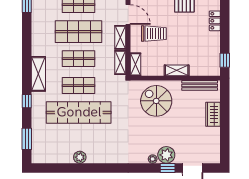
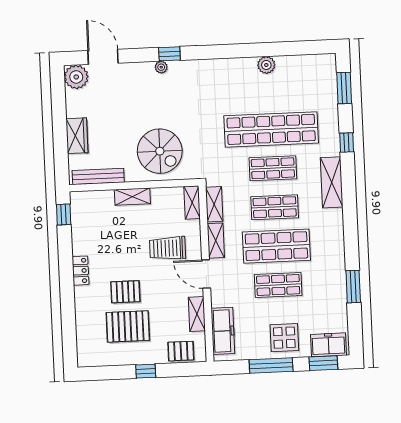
plant: (166, 155) -> (76, 77), moved
window: (168, 168) -> (169, 54), moved

